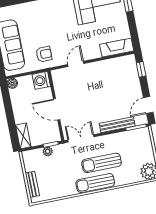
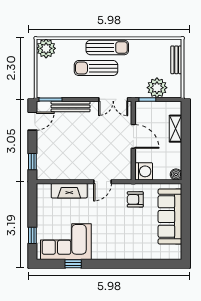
fireplace: (117, 48) -> (69, 191), moved
shelving: (23, 136) -> (176, 129), moved
plant: (48, 151) -> (157, 88), width x1.87, depth x1.87
sun lounger: (102, 163) -> (96, 68), turned 180

